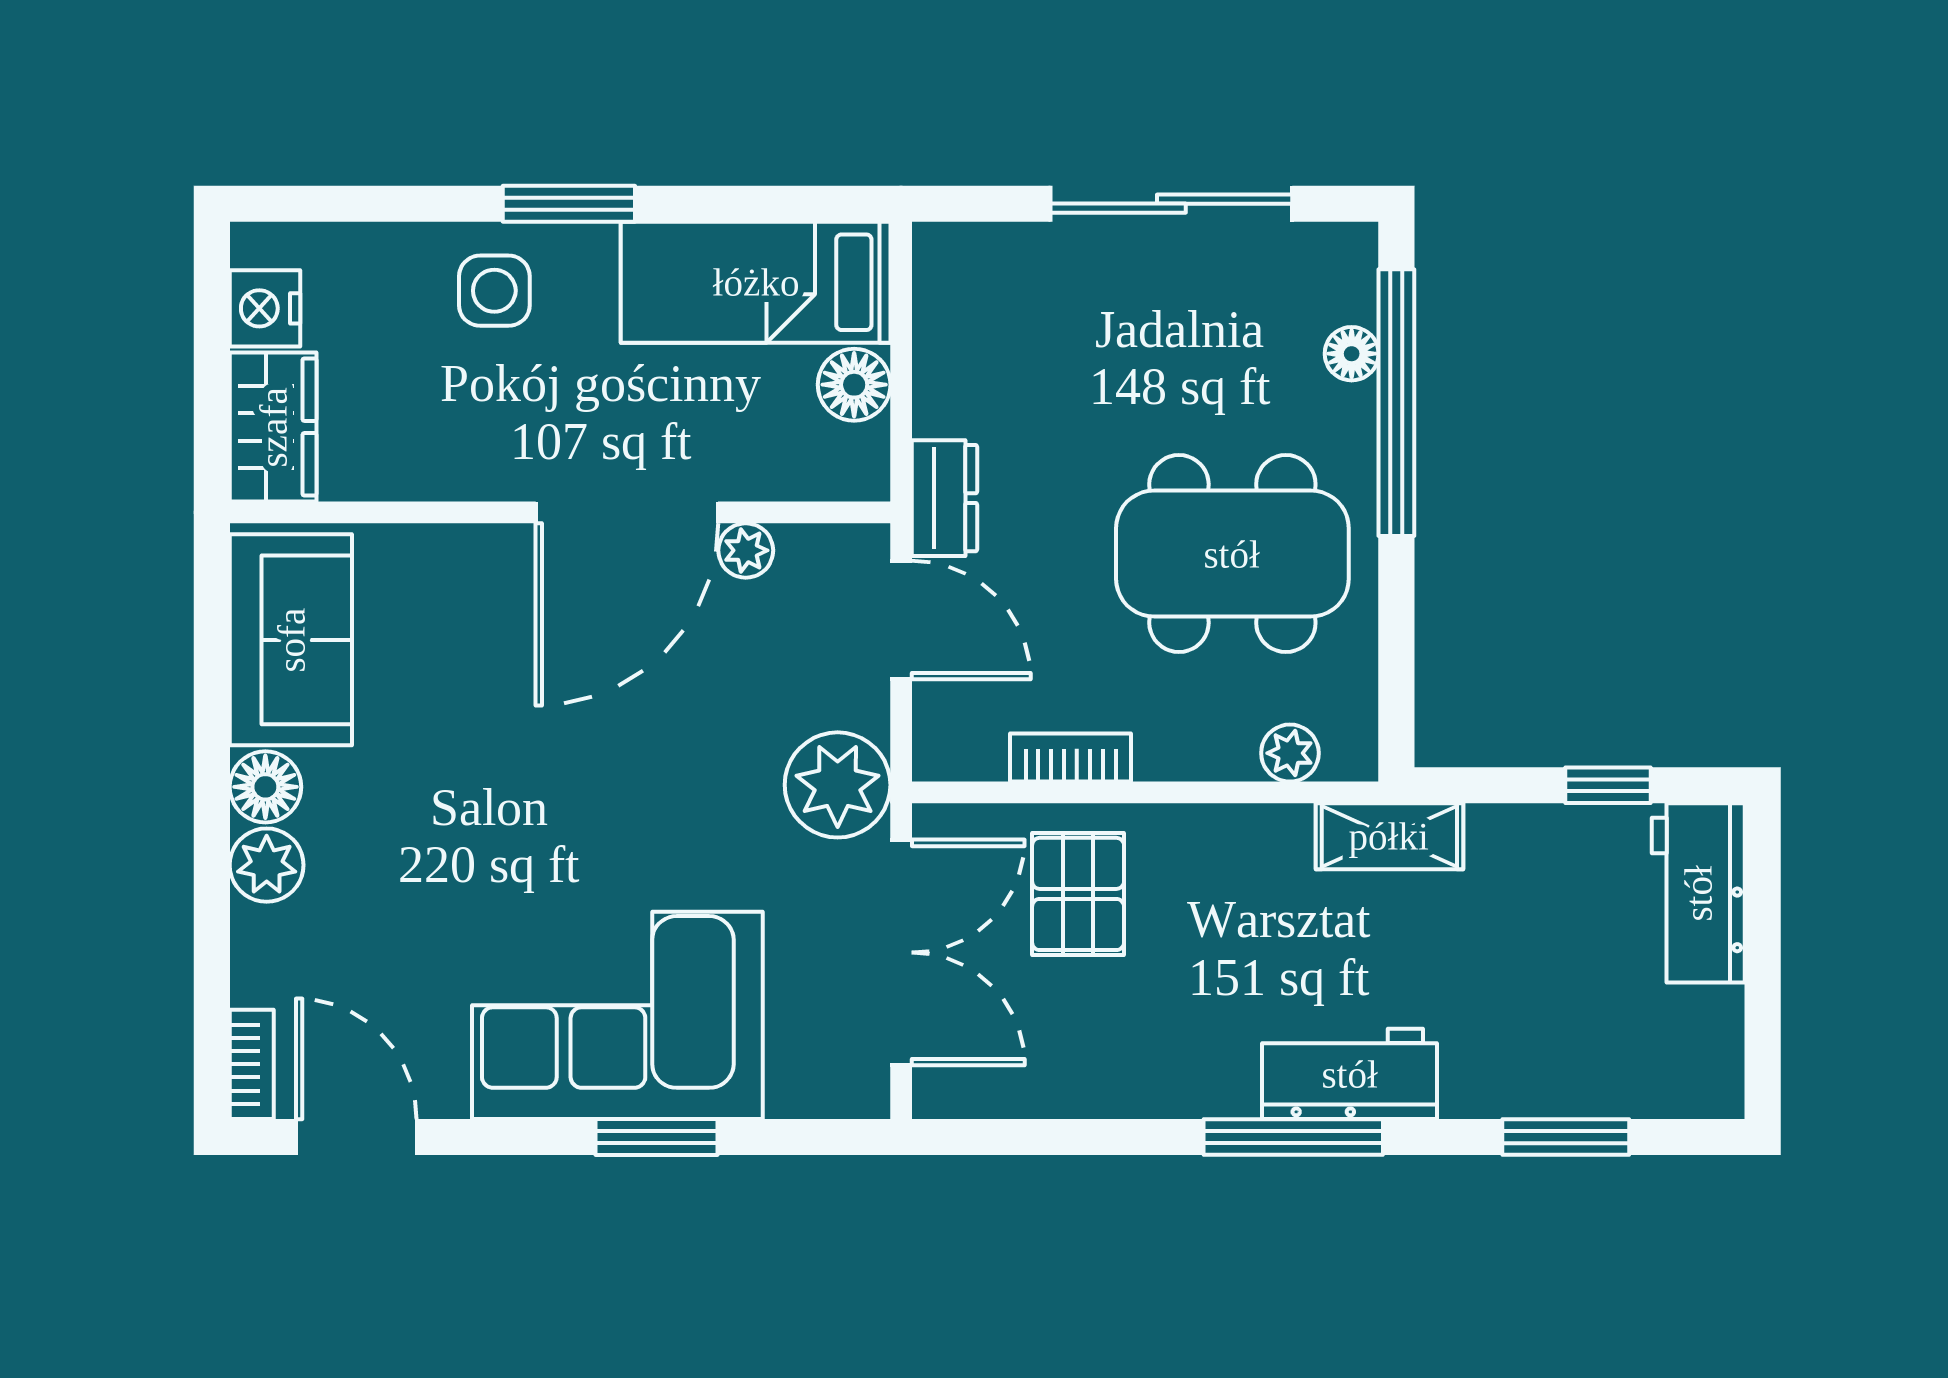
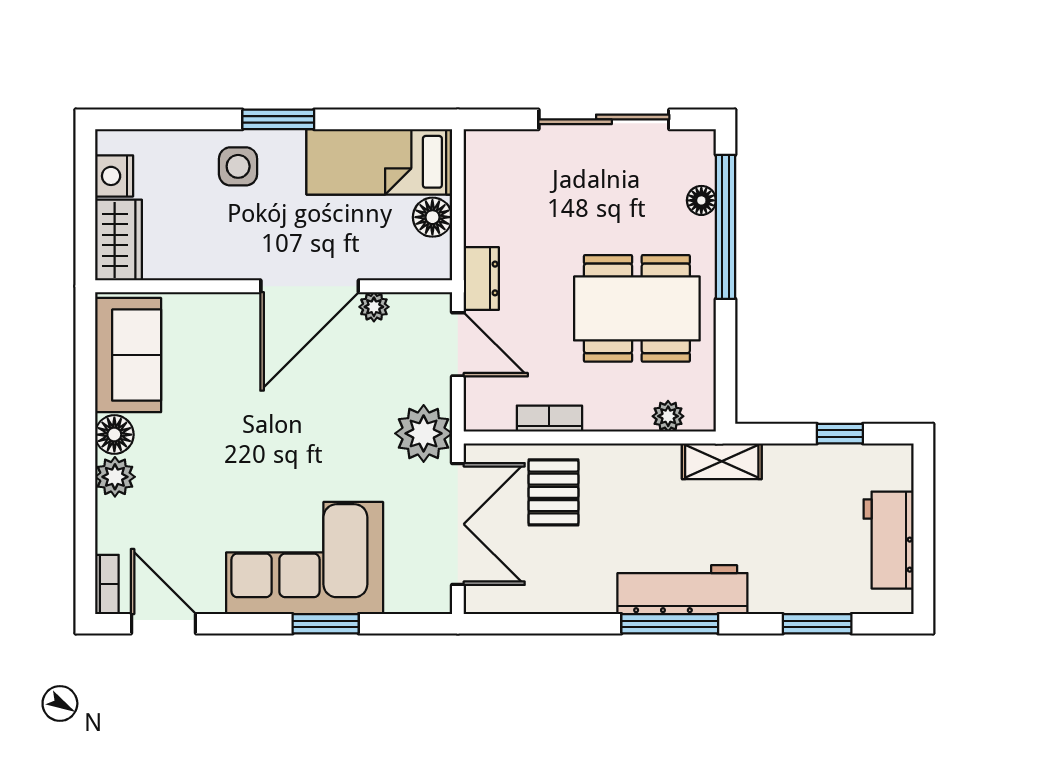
workbench: (1698, 893) -> (889, 540), moved
workbench: (1350, 1074) -> (682, 590), width x1.38

